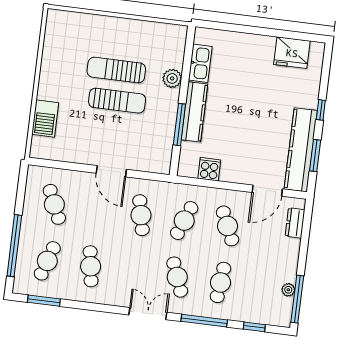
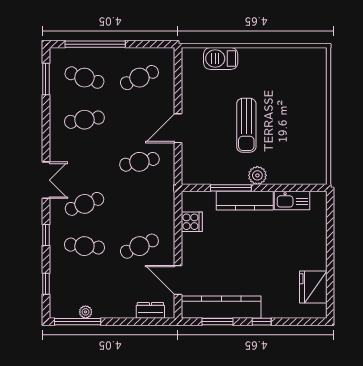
sun lounger: (116, 70) -> (276, 121), removed
plant: (172, 78) -> (257, 175), moved
cafe table: (184, 221) -> (139, 204), removed
window: (204, 321) -> (46, 235), width x0.46

